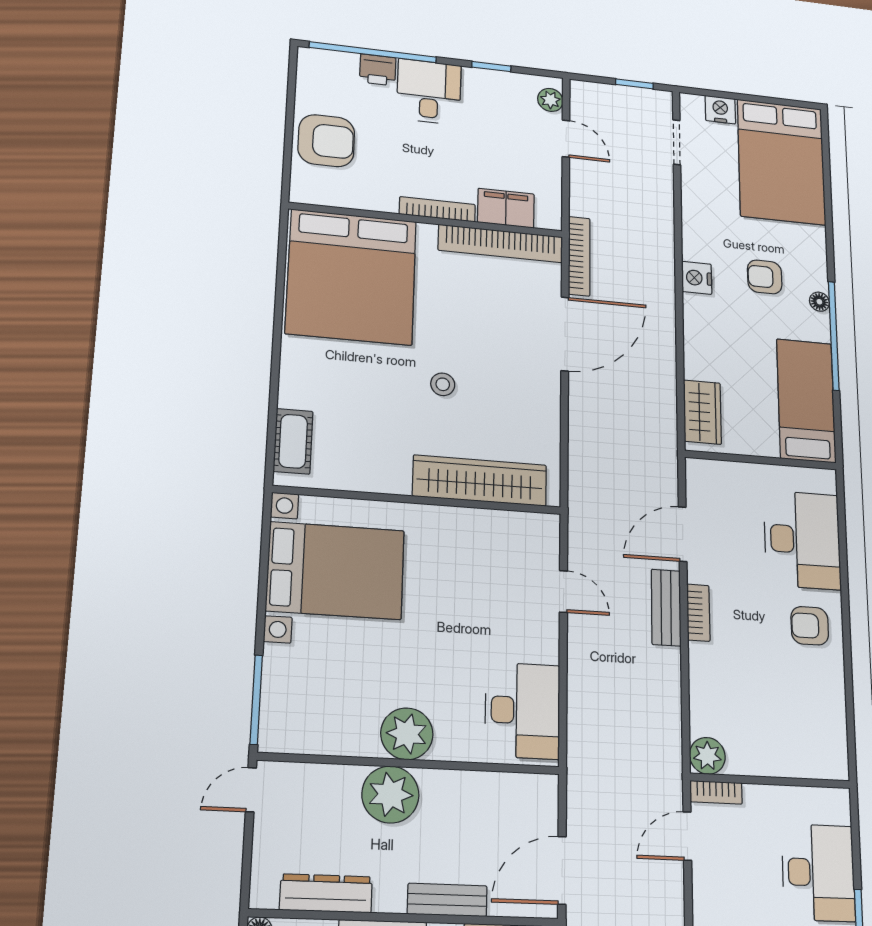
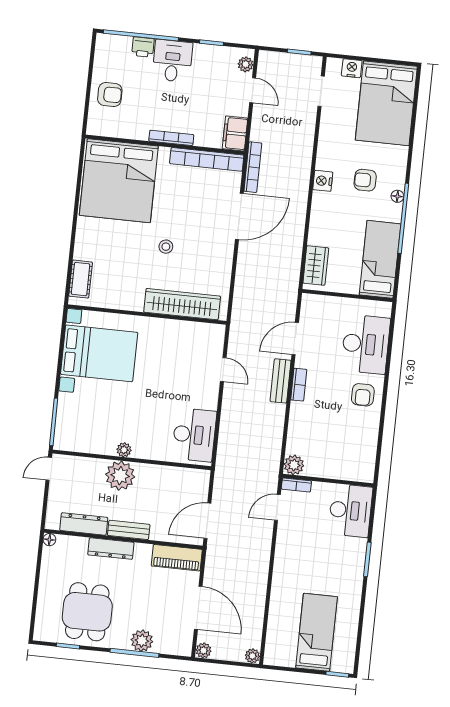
armchair: (326, 141) -> (110, 95), width x0.72, depth x0.72
filing cabinet: (506, 208) -> (235, 133), moved, turned -90
armchair: (810, 626) -> (363, 395), turned -90
plant: (407, 734) -> (124, 450), width x0.53, depth x0.53
desk: (818, 872) -> (350, 511), moved
bench: (447, 900) -> (129, 530), moved

